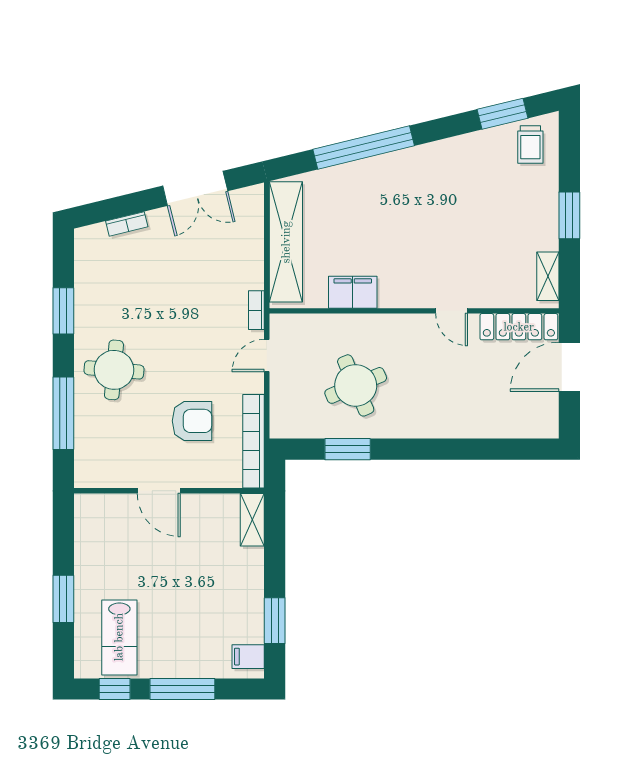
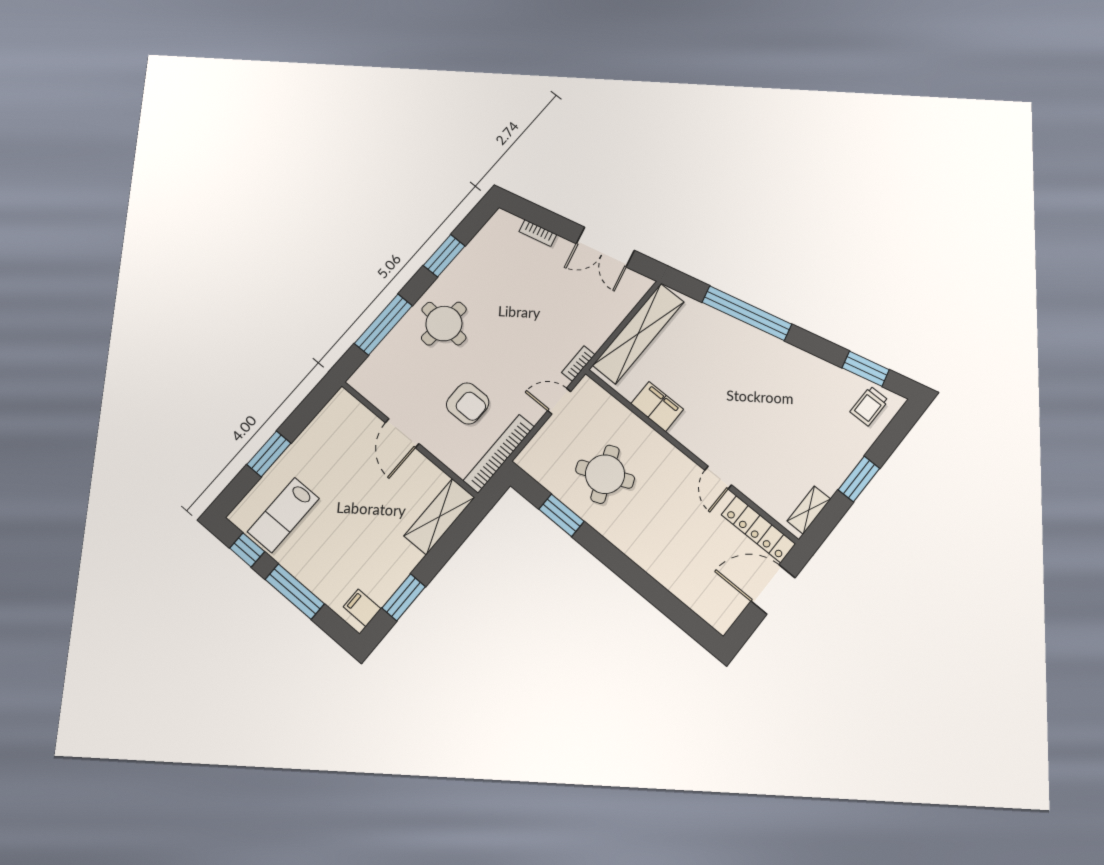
shelving: (252, 520) -> (439, 517), width x1.50, depth x1.33

